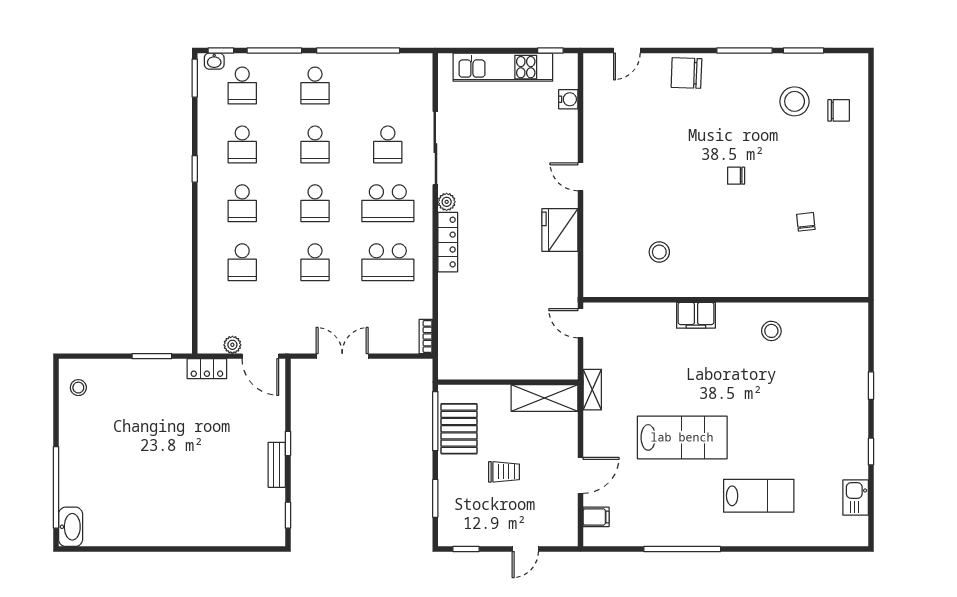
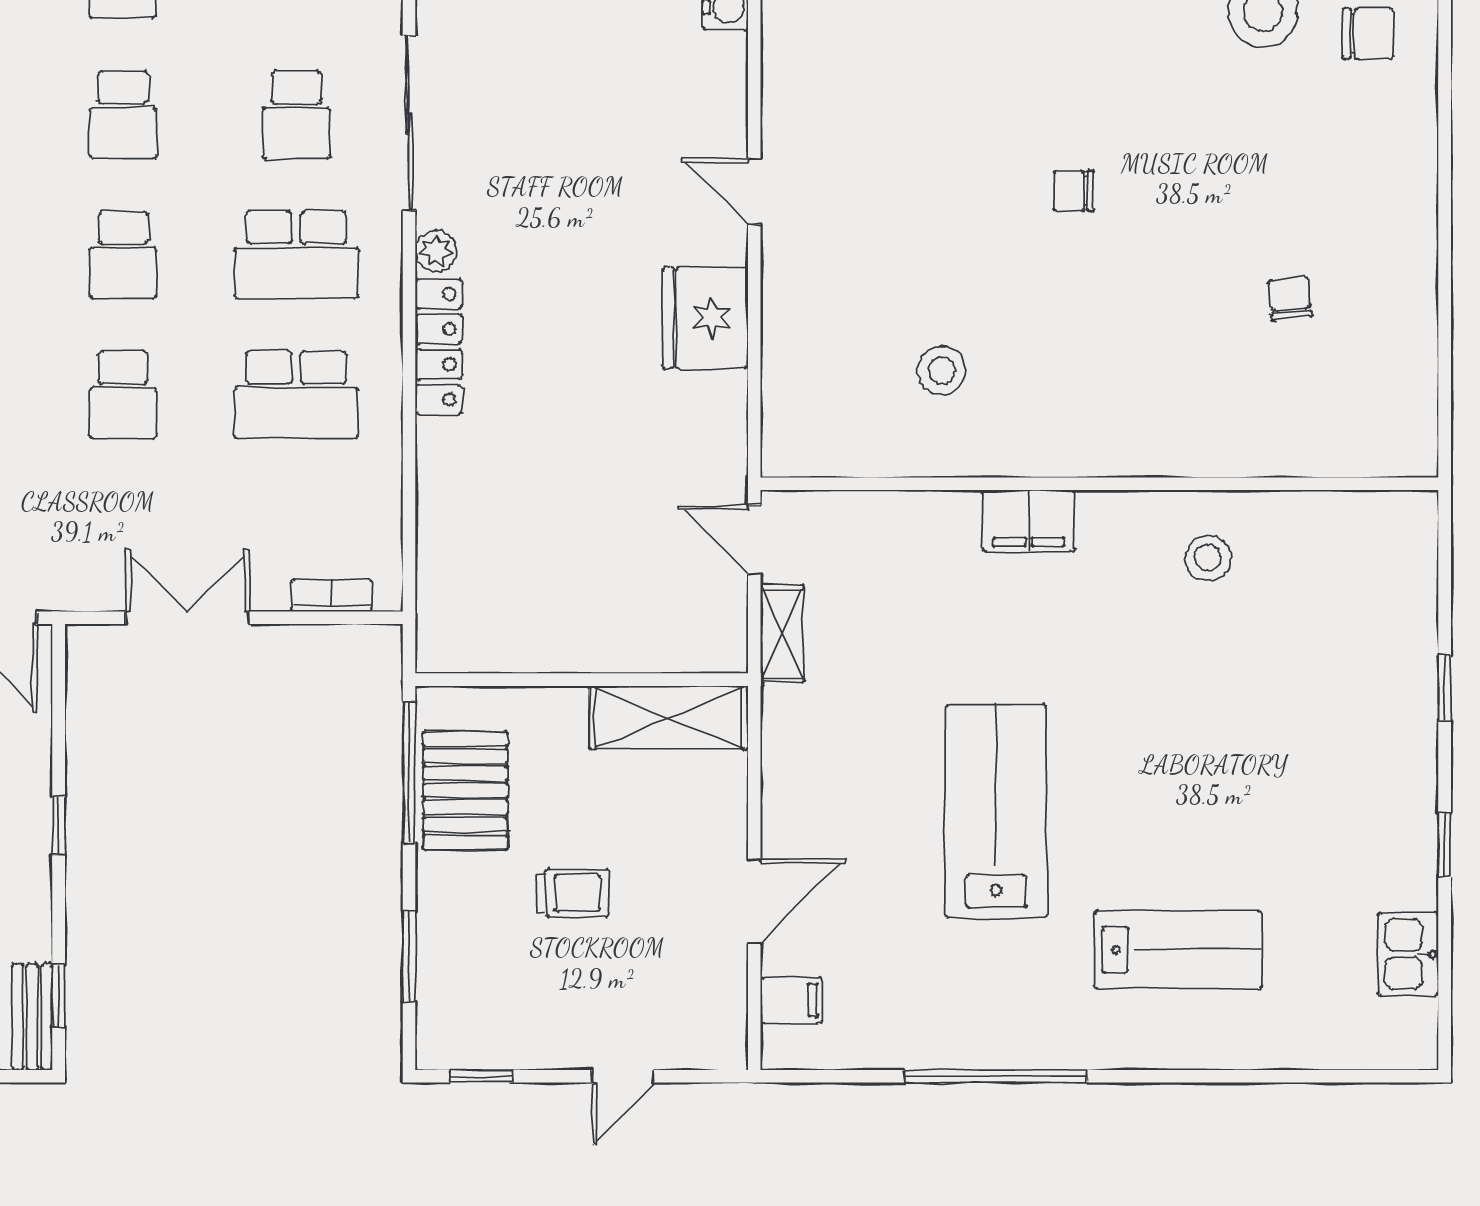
chair: (736, 176) -> (1074, 191), moved
bookcase: (426, 337) -> (332, 595), moved, turned 90
shelving: (592, 390) -> (782, 634), moved
lab bench: (682, 437) -> (996, 811), turned -90
bench: (277, 465) -> (32, 1017), moved

